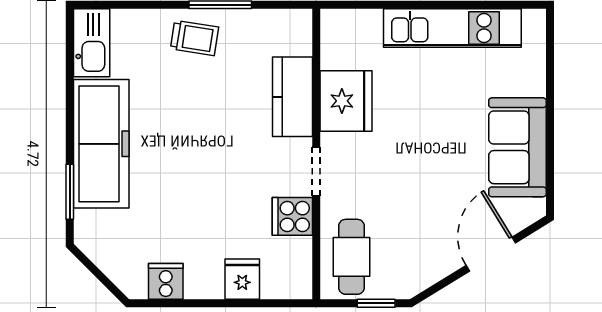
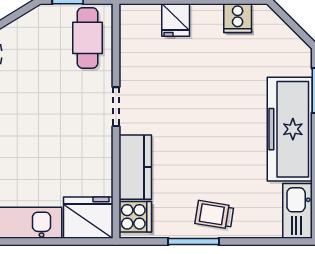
fridge: (346, 101) -> (88, 218), moved, turned 90
cooker: (292, 216) -> (135, 217), moved

